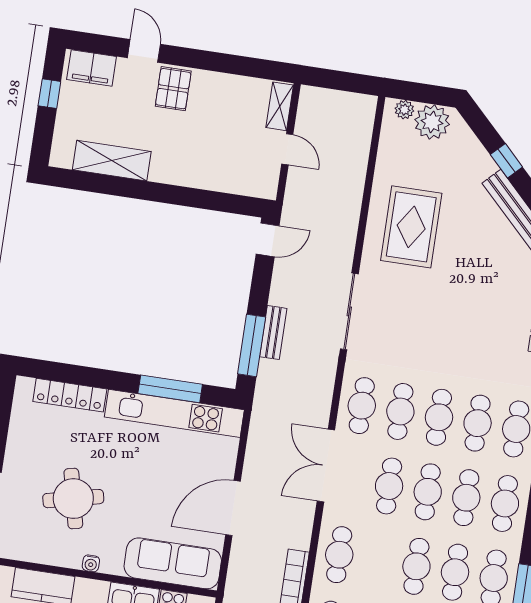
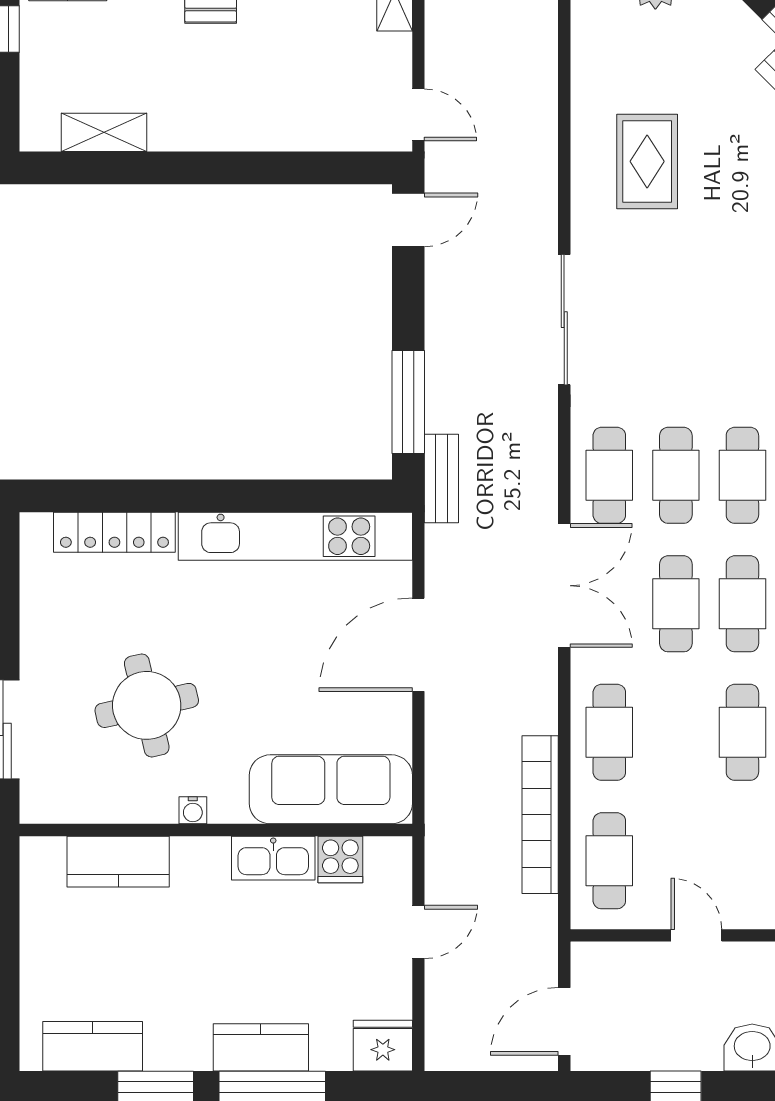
door: (287, 149) -> (418, 115), moved
shelving: (112, 161) -> (104, 132), width x0.67, depth x0.75
rug: (411, 227) -> (647, 161), width x0.73, depth x0.70
bench: (273, 333) -> (441, 478), moved
window: (170, 389) -> (282, 496), removed
double door: (326, 466) -> (564, 586), swing flipped
door: (233, 508) -> (418, 645), moved

